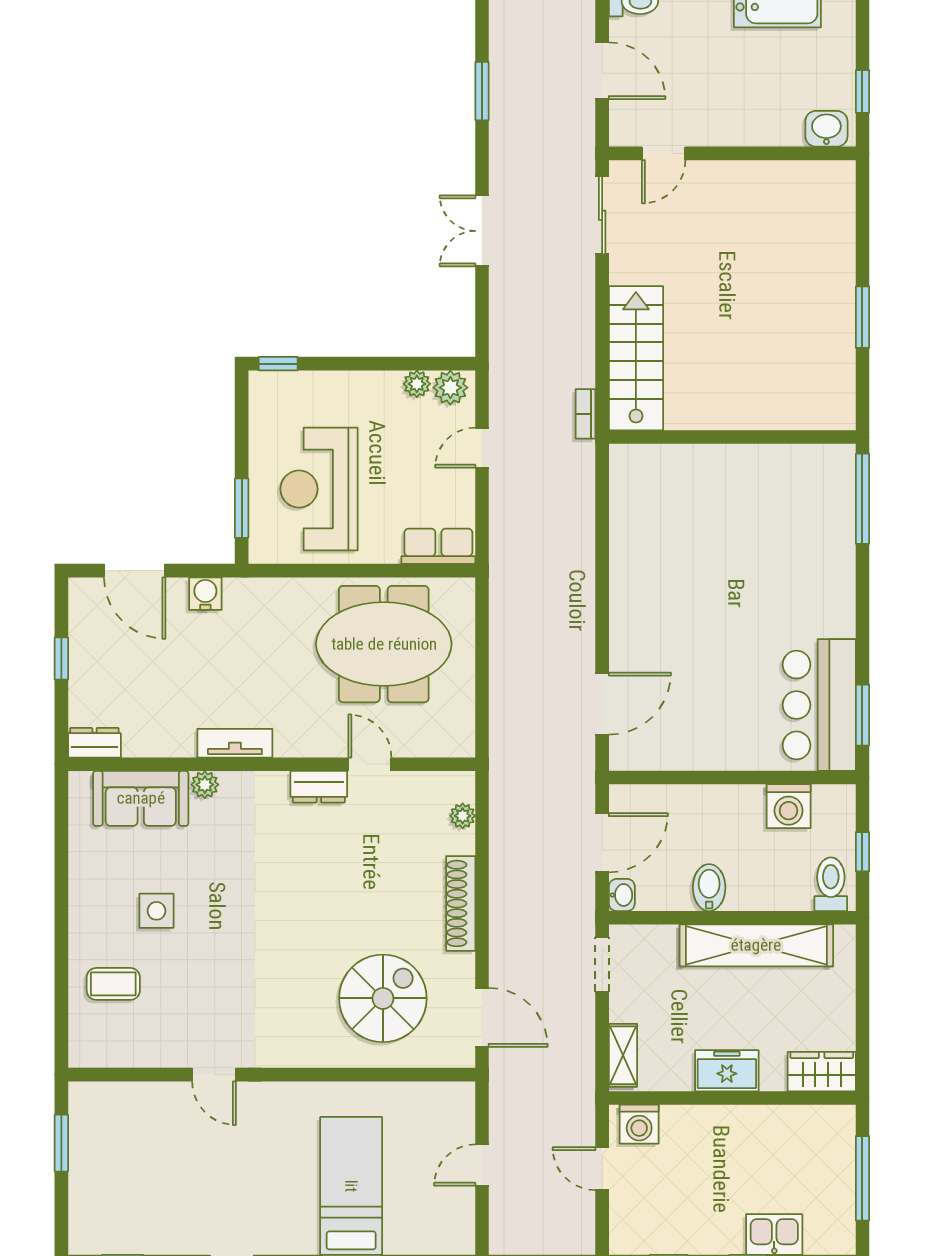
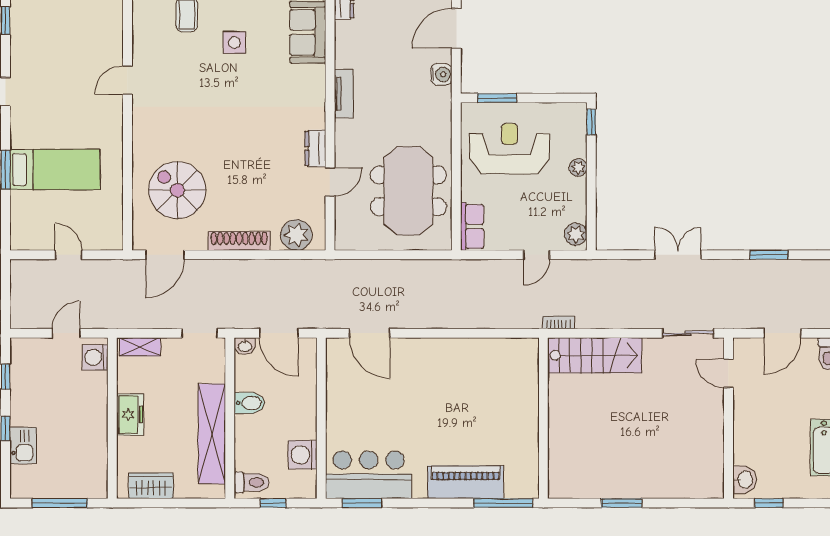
plant: (417, 384) -> (578, 168), moved
door: (482, 448) -> (537, 255), swing flipped
piano: (831, 557) -> (465, 482), added
plant: (205, 785) -> (317, 74), removed
plant: (463, 816) -> (296, 235), width x1.87, depth x1.87
spiral stairs: (383, 998) -> (177, 190), turned 180
wardrobe: (822, 1072) -> (151, 486), moved, turned -90

